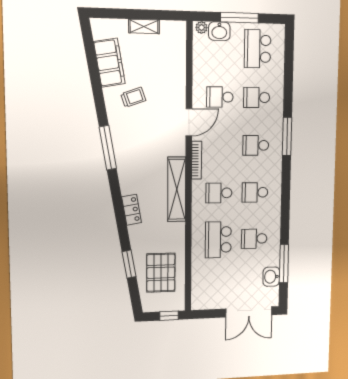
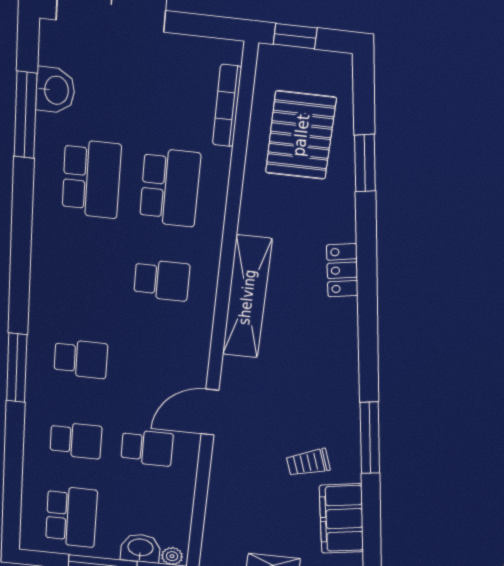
window: (108, 148) -> (370, 438), moved
bookcase: (197, 160) -> (227, 106), moved
school desk: (255, 192) -> (86, 272), removed
school desk: (254, 239) -> (91, 179), width x1.85

